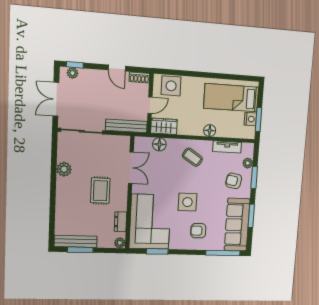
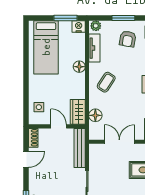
side table: (171, 86) -> (39, 107), width x0.54, depth x0.54
nightstand: (250, 119) -> (79, 26), moved
plant: (248, 163) -> (96, 26), moved

